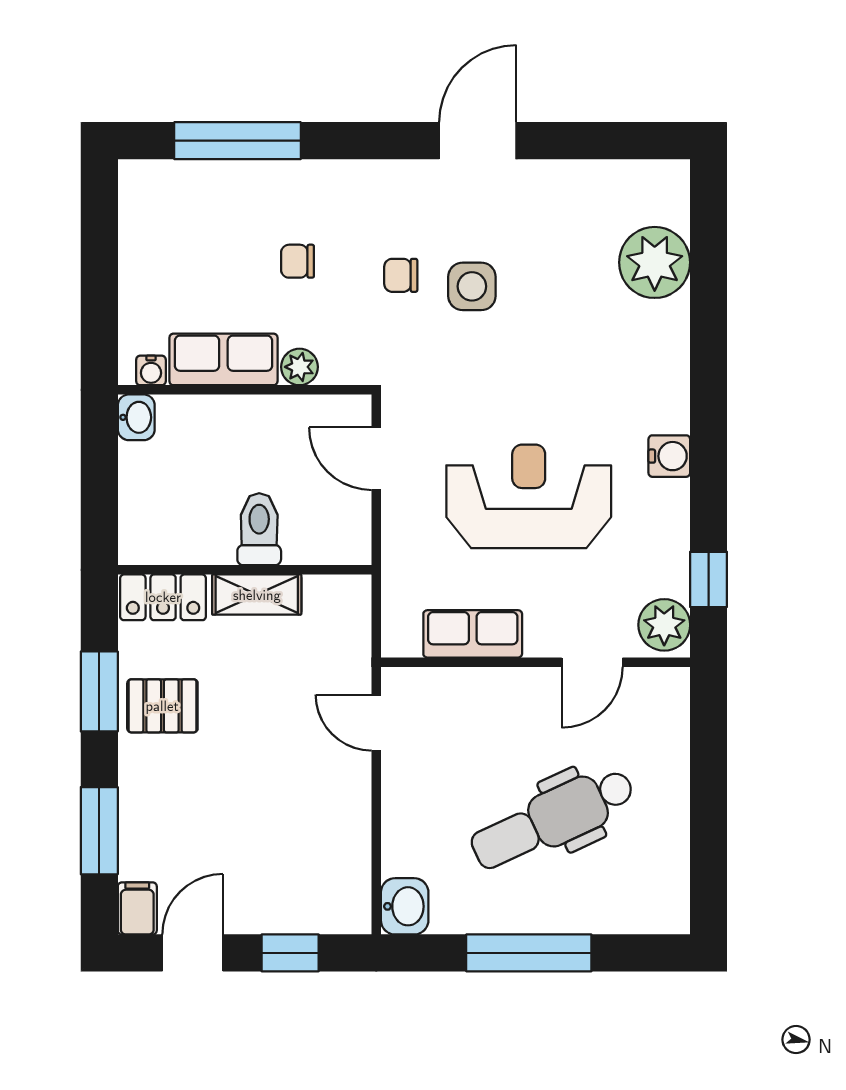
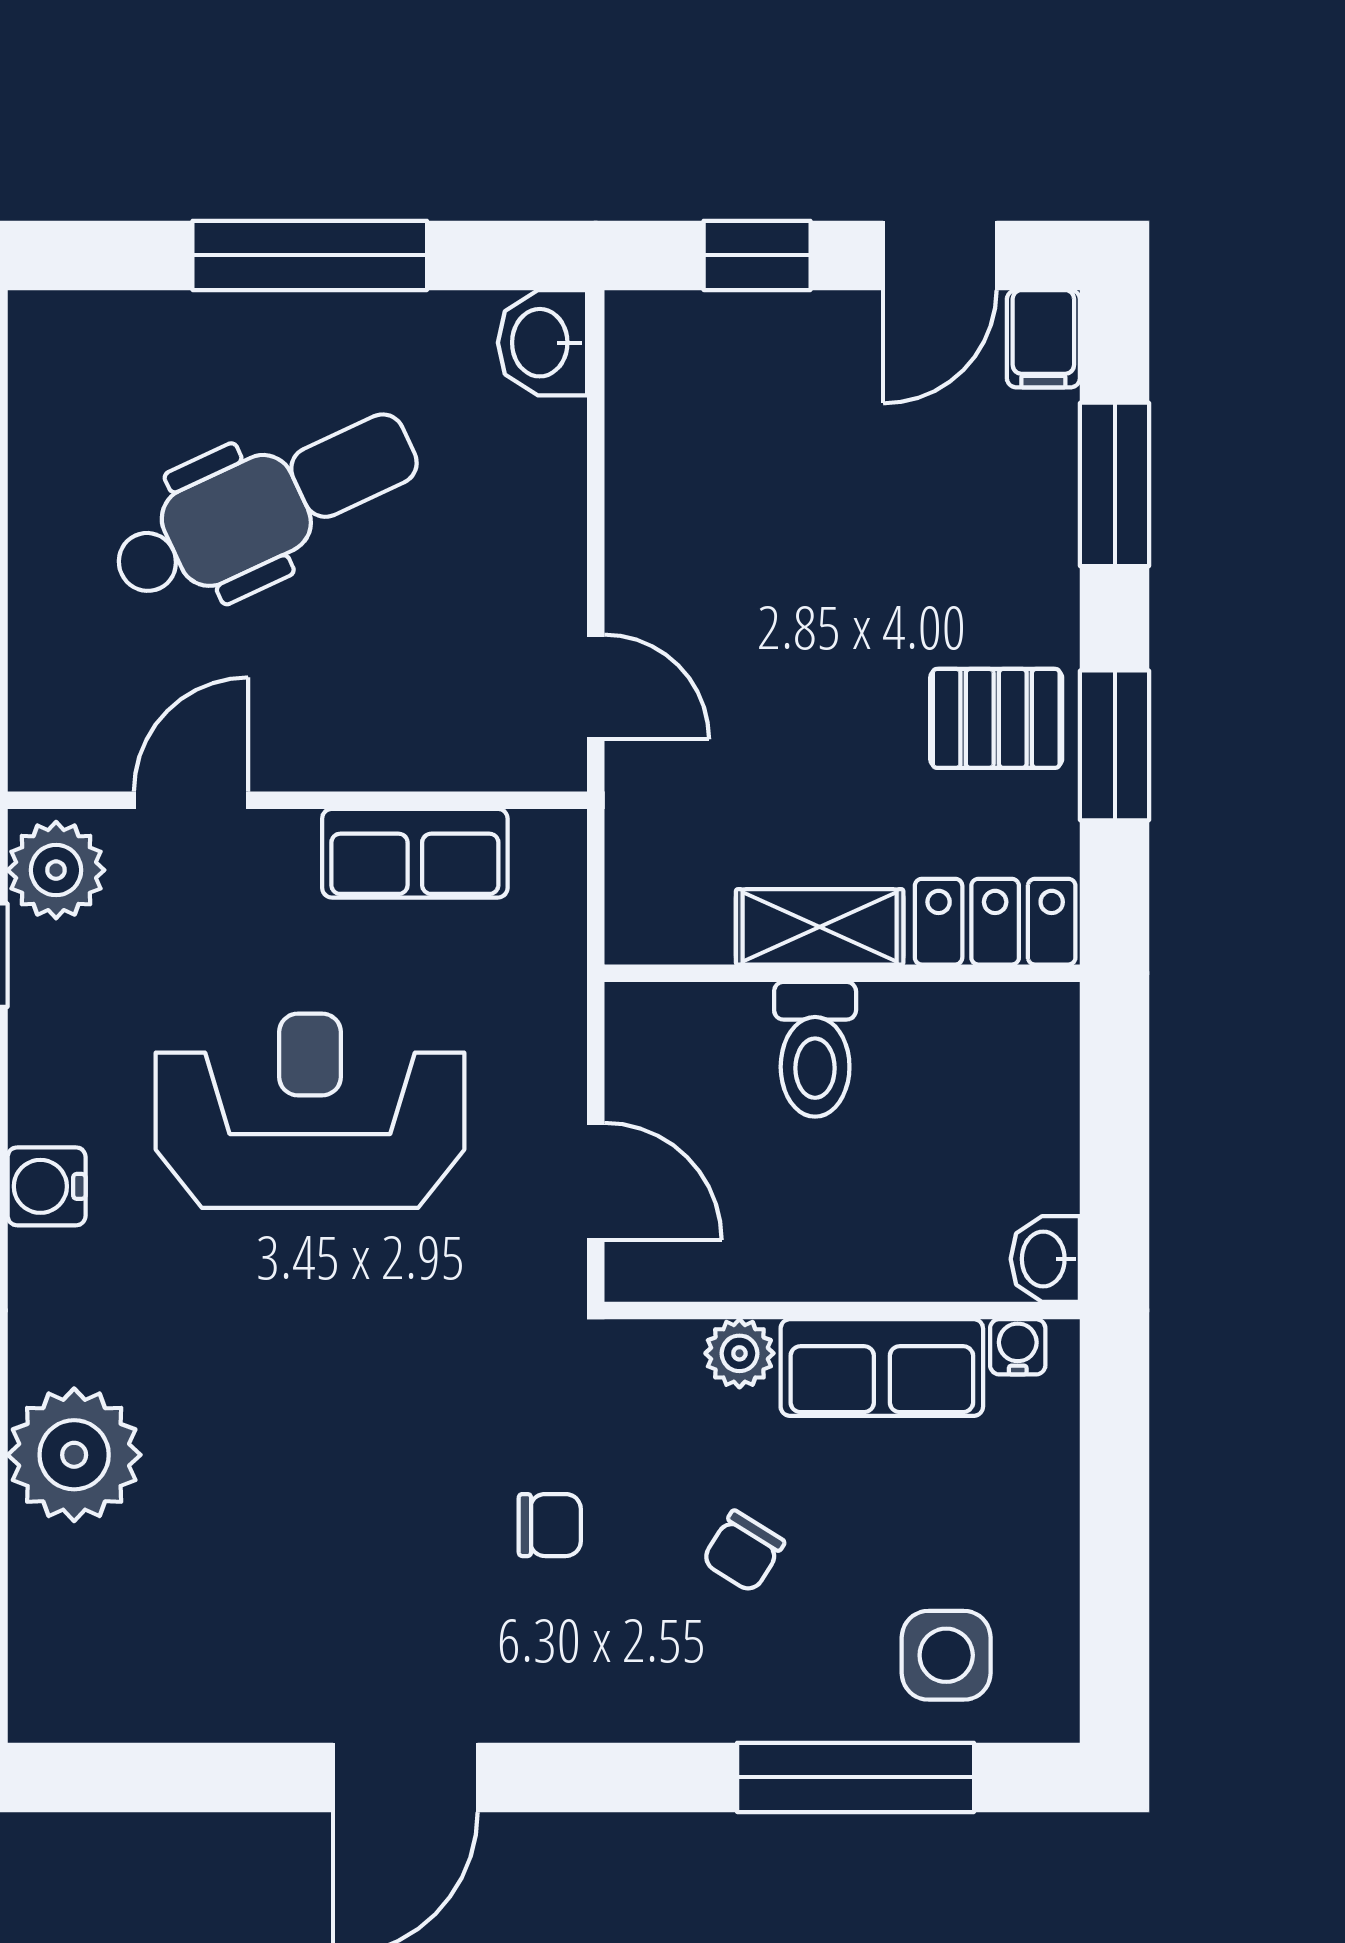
chair: (298, 261) -> (743, 1552), turned 122
plant: (655, 262) -> (74, 1455), moved
side table: (472, 286) -> (946, 1655), moved
reception desk: (529, 496) -> (310, 1111), turned 180

